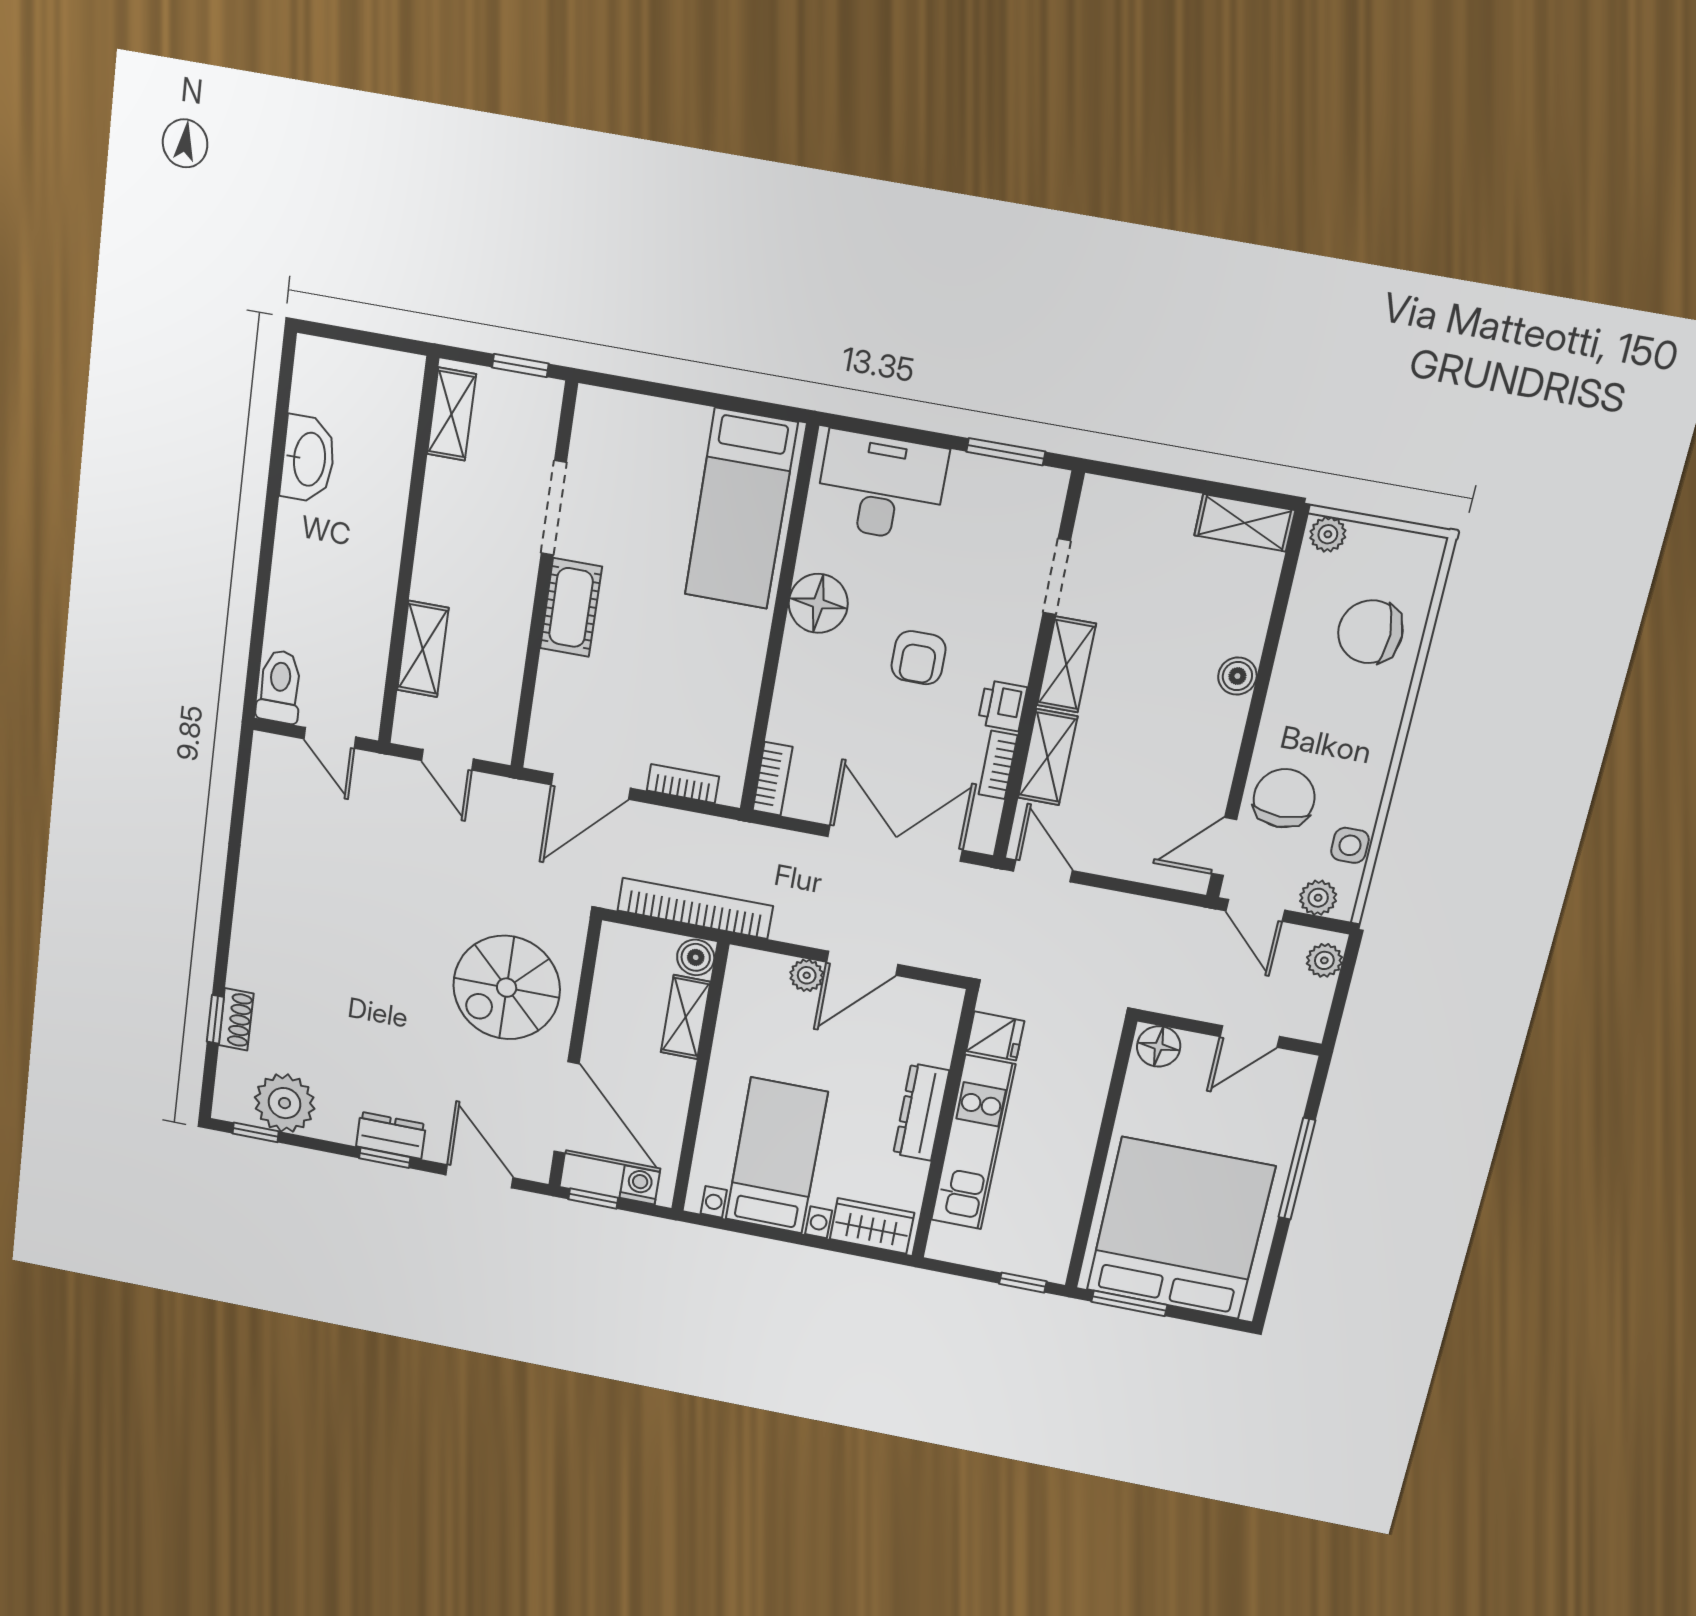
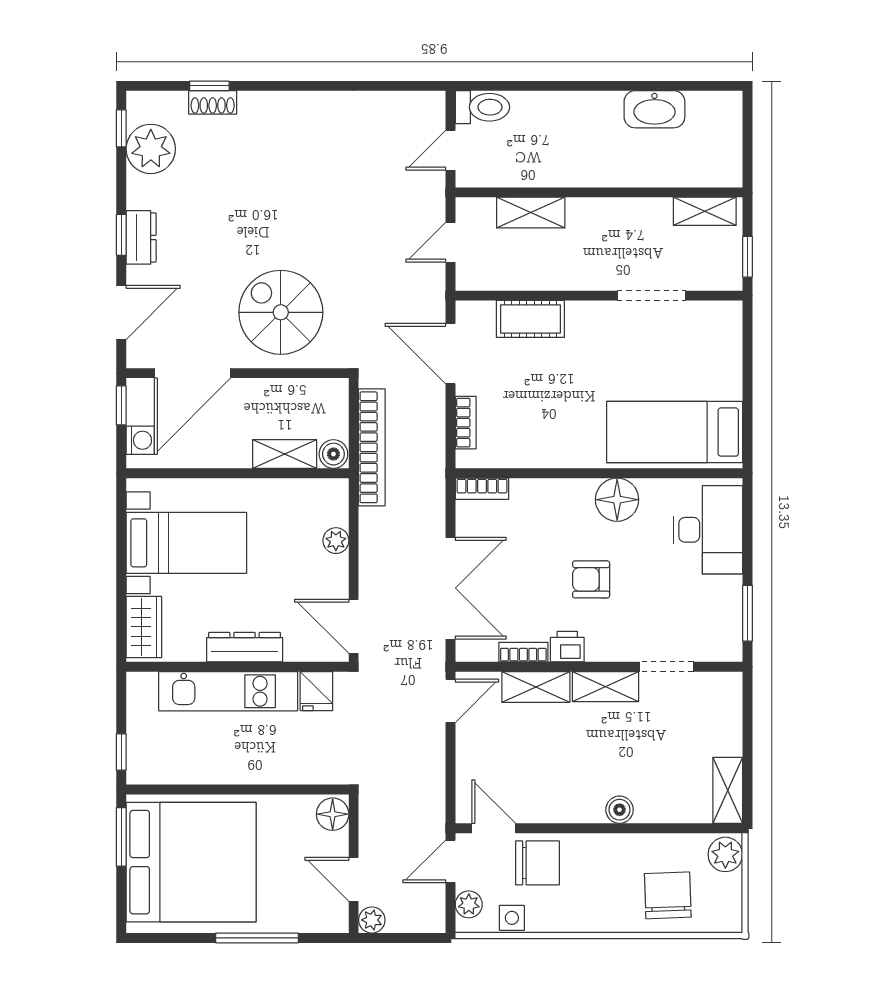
plant: (1328, 534) -> (725, 854), width x1.38, depth x1.38
cot: (571, 607) -> (530, 319), moved
plant: (1324, 960) -> (372, 920), moved
door: (862, 963) -> (354, 626), moved

